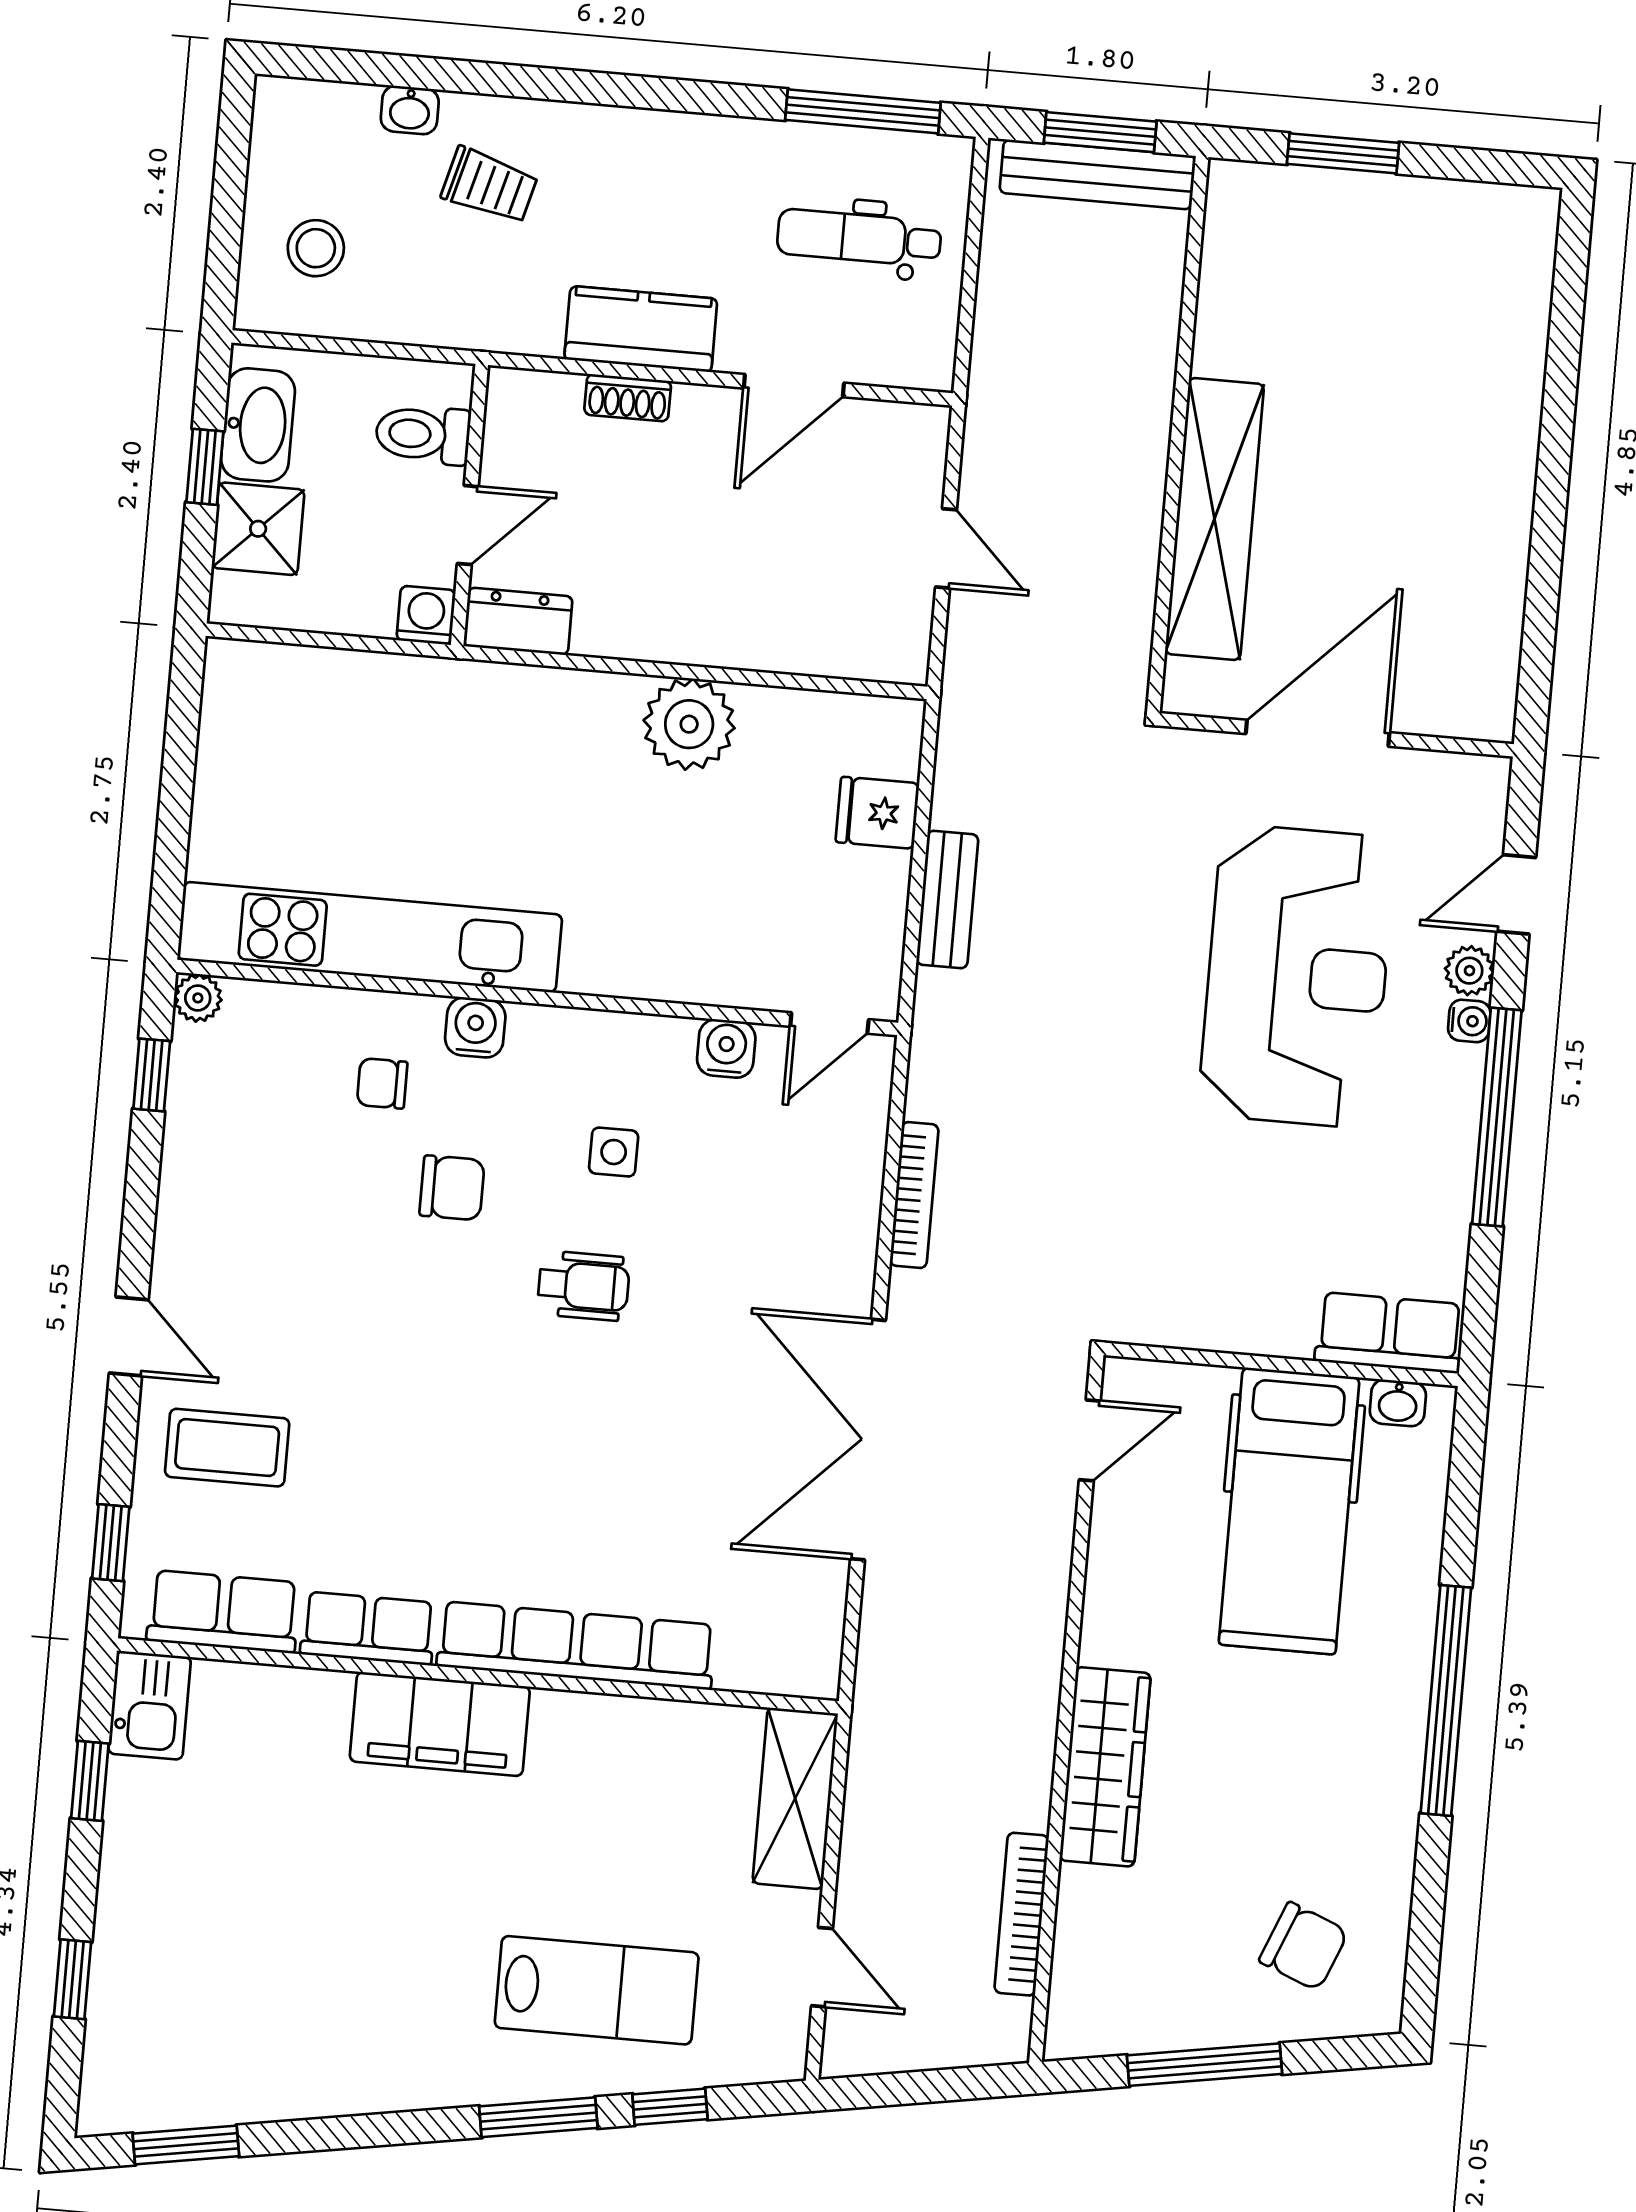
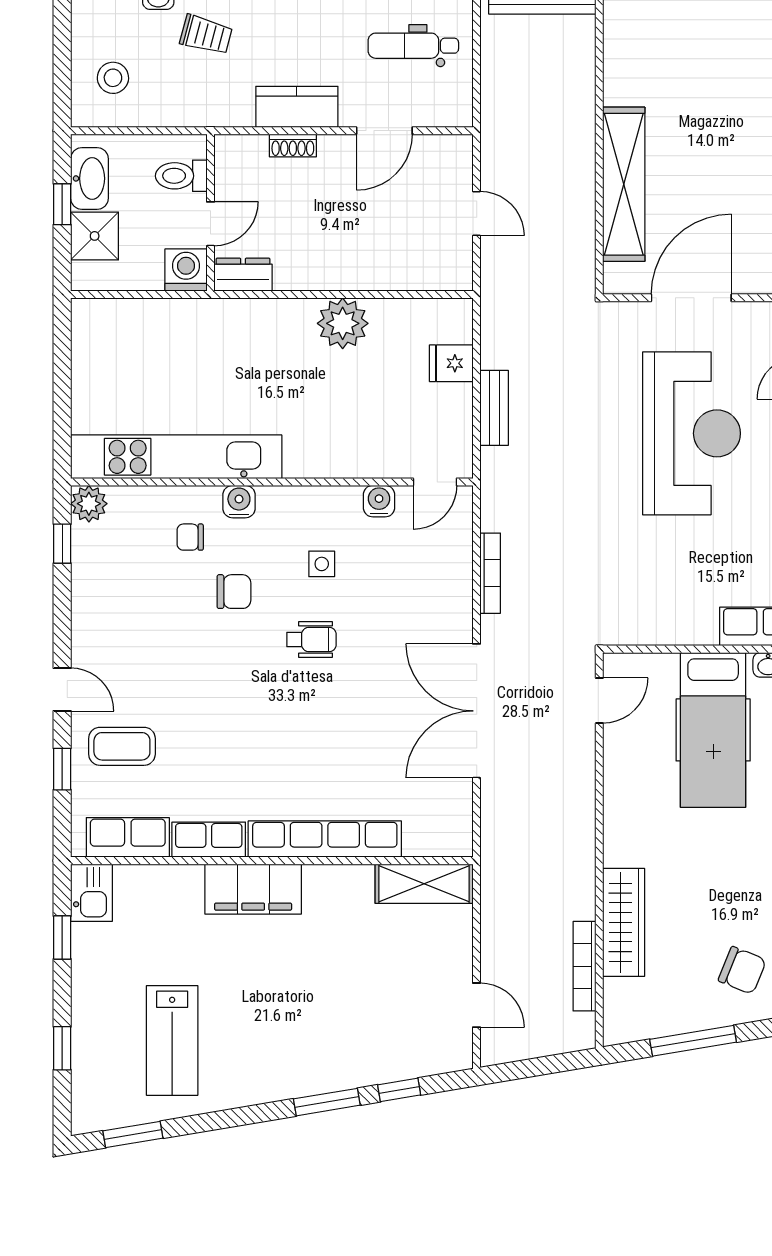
washing machine: (426, 615) -> (186, 270), width x1.38, depth x1.38
plant: (198, 998) -> (89, 504), width x1.38, depth x1.38
window: (111, 1543) -> (62, 769), moved
wardrobe: (1105, 1767) -> (624, 922), moved
shelving: (795, 1798) -> (424, 884), moved, turned 90
lab bench: (597, 1990) -> (172, 1040), moved, turned 90

